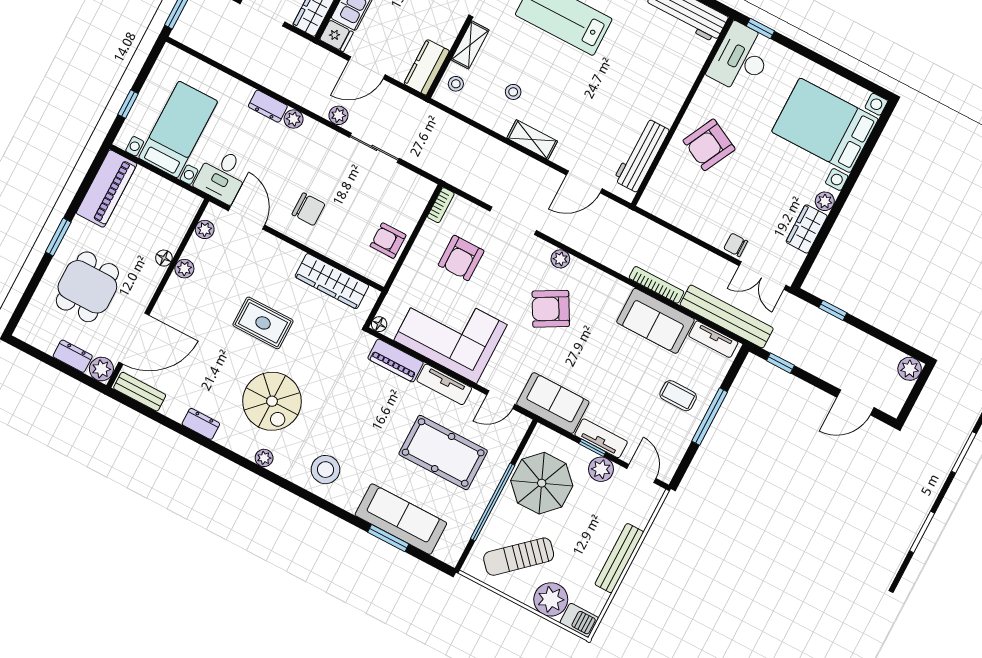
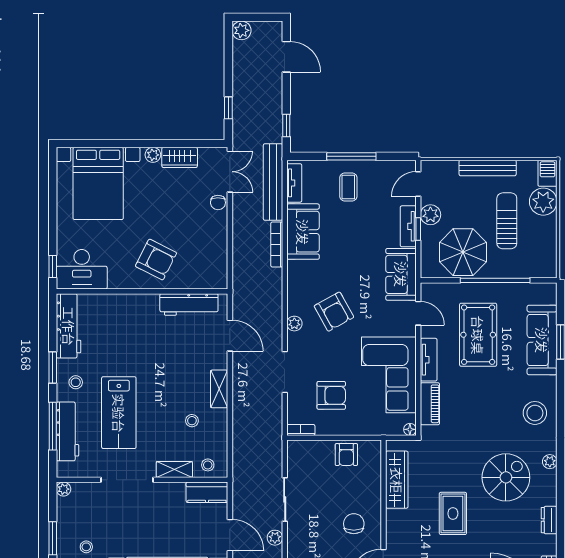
sun lounger: (519, 557) -> (507, 221), moved, turned -138

